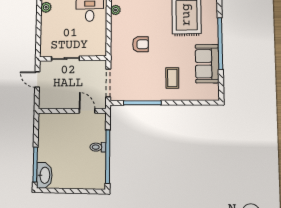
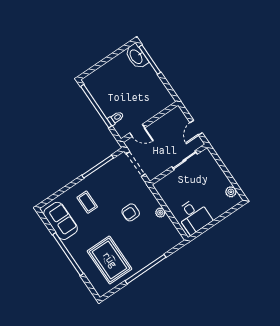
plant: (116, 10) -> (160, 213), moved
sofa: (207, 64) -> (61, 221), moved
door: (37, 79) -> (196, 128), swing flipped
toilet: (98, 147) -> (116, 118), moved

